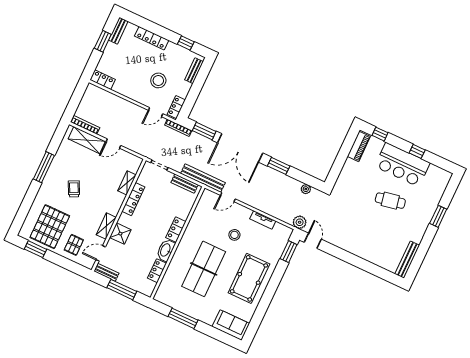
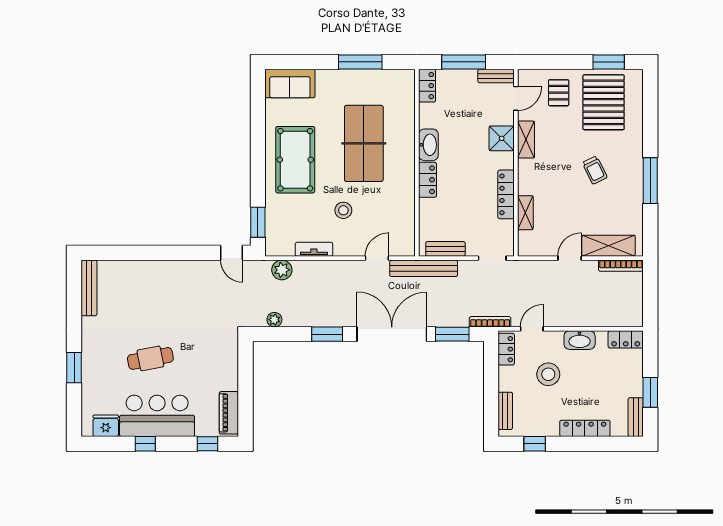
washbasin: (130, 92) -> (580, 340), added
fridge: (436, 173) -> (106, 426), added
plant: (300, 222) -> (282, 270), moved
locker: (157, 271) -> (427, 86), moved

